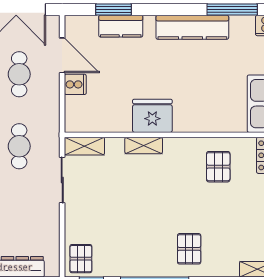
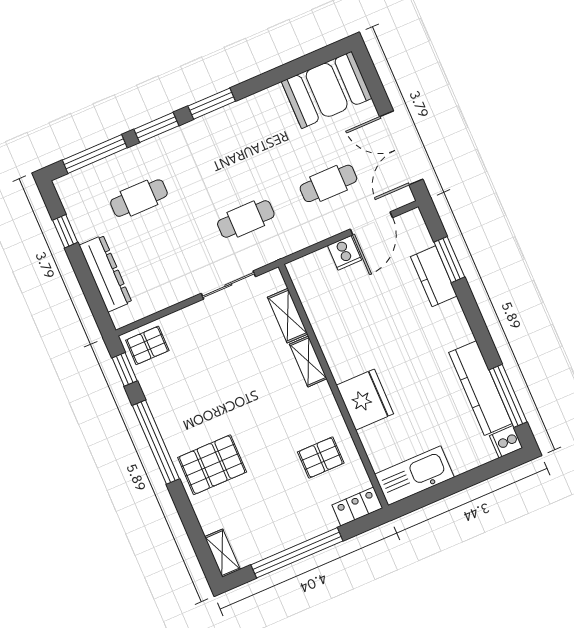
kitchen counter: (192, 27) -> (480, 388), moved
fridge: (152, 116) -> (365, 400), moved
shelving: (84, 146) -> (288, 316), moved
pallet: (189, 249) -> (212, 465), width x1.50, depth x1.42

